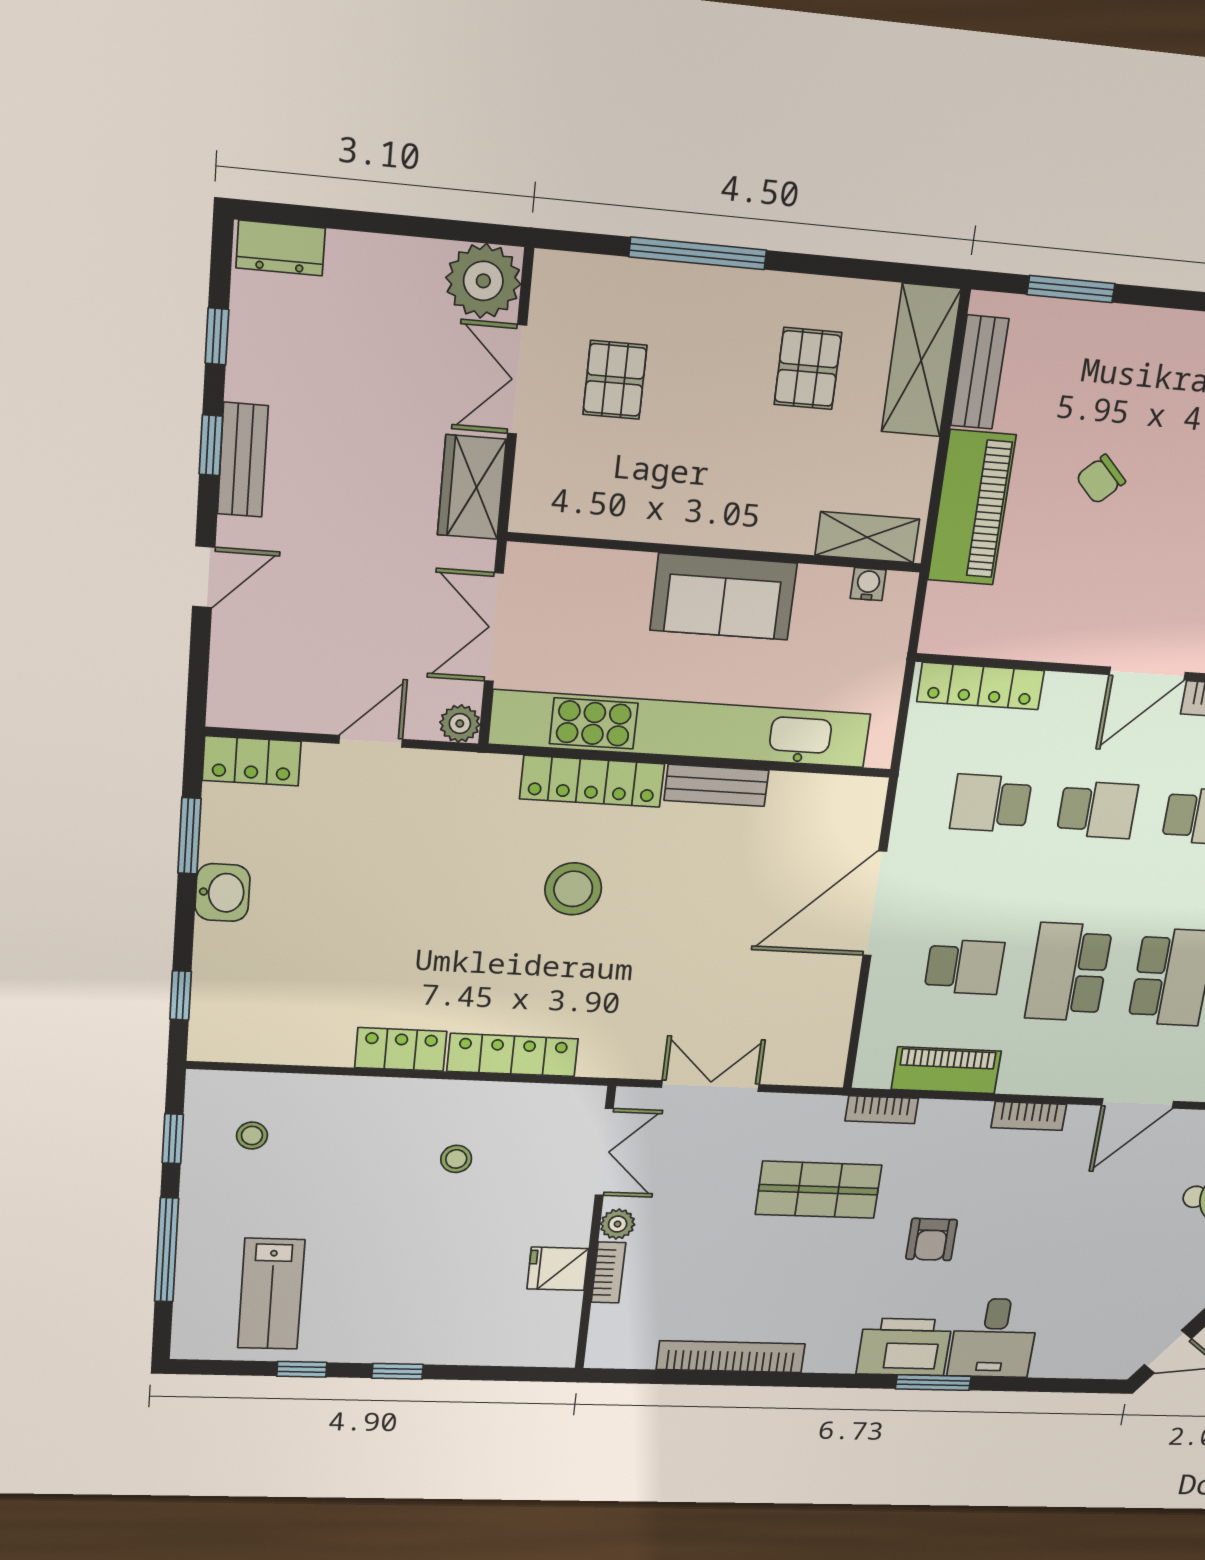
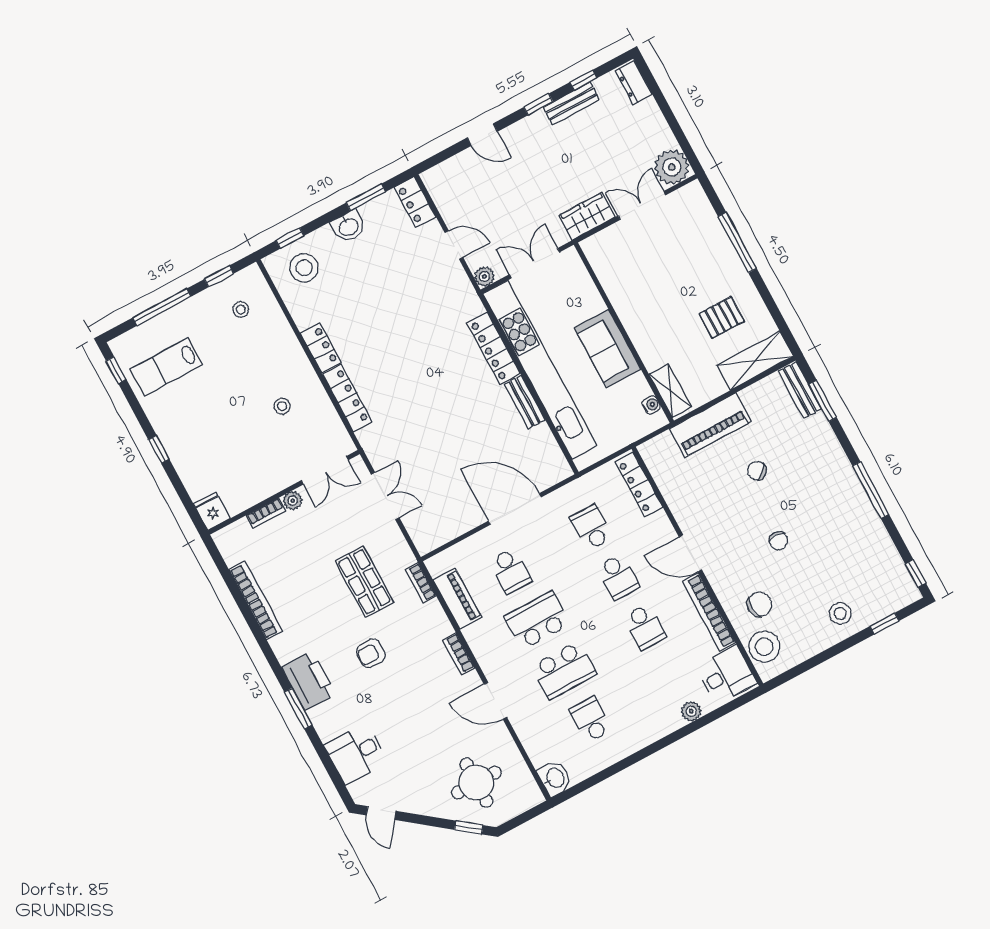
bench: (980, 372) -> (800, 390), moved, turned 90
pallet: (615, 380) -> (667, 244), removed
bench: (243, 460) -> (571, 103), moved
stool: (573, 889) -> (304, 268), moved
fridge: (558, 1269) -> (212, 511), moved
desk: (994, 1338) -> (356, 754), moved
window: (302, 1369) -> (116, 370), moved

